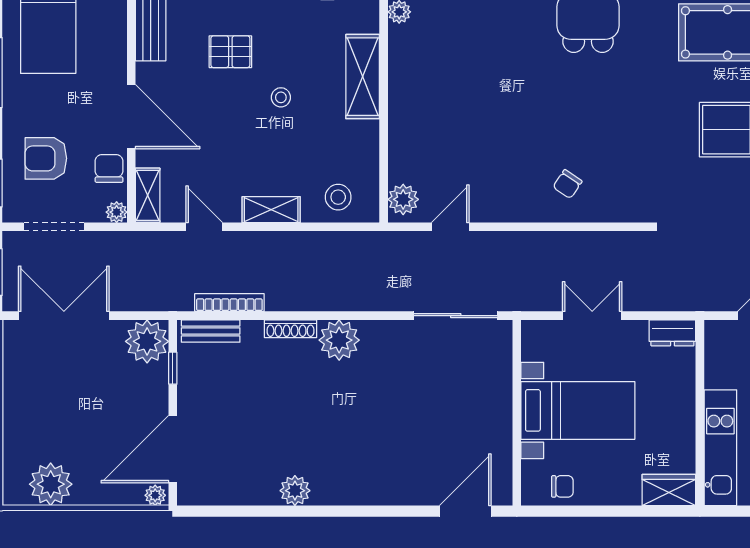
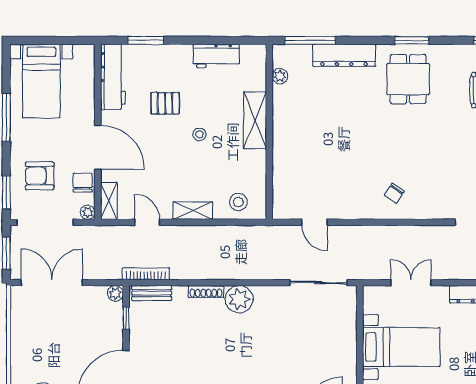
plant: (403, 199) -> (283, 204), removed
doorway: (54, 227) -> (45, 222), width x1.36
door: (450, 227) -> (315, 222), swing flipped
bookcase: (229, 303) -> (146, 274), moved
plant: (147, 341) -> (115, 293), width x0.53, depth x0.53

